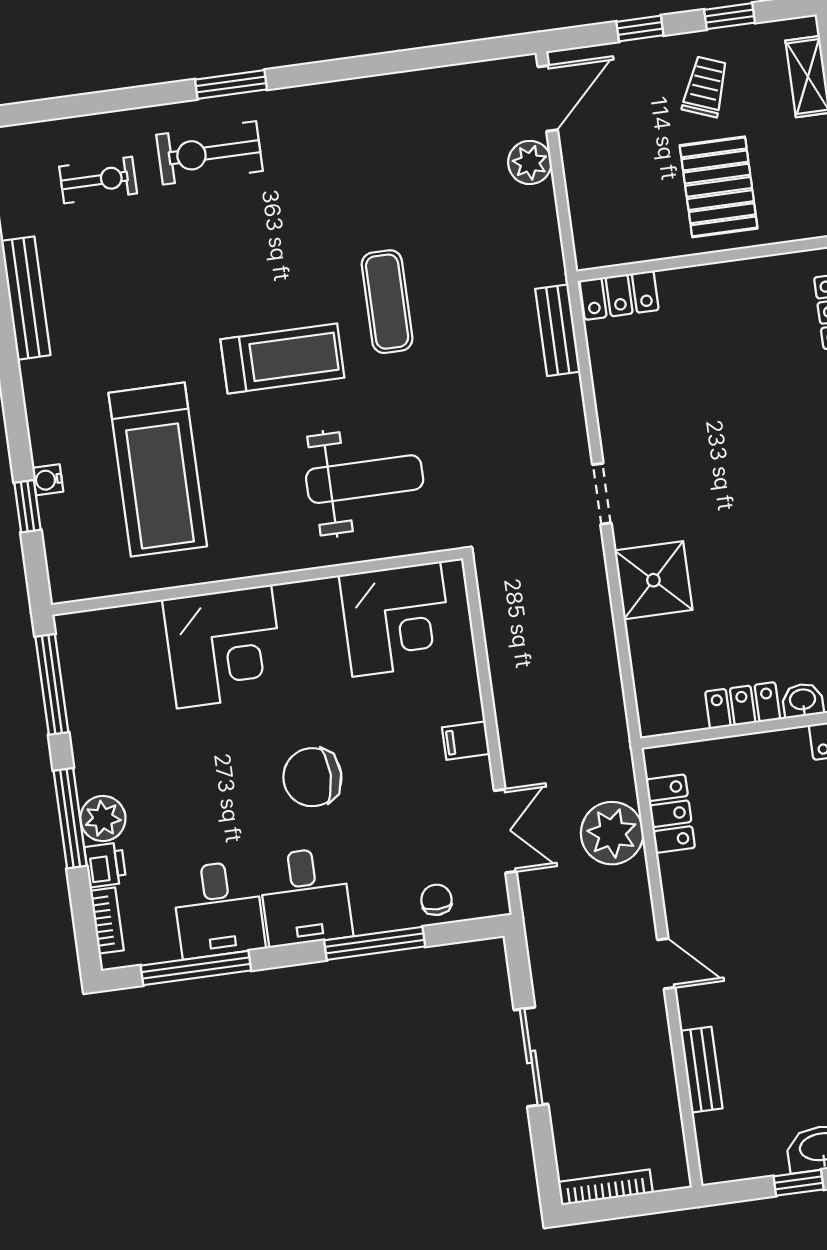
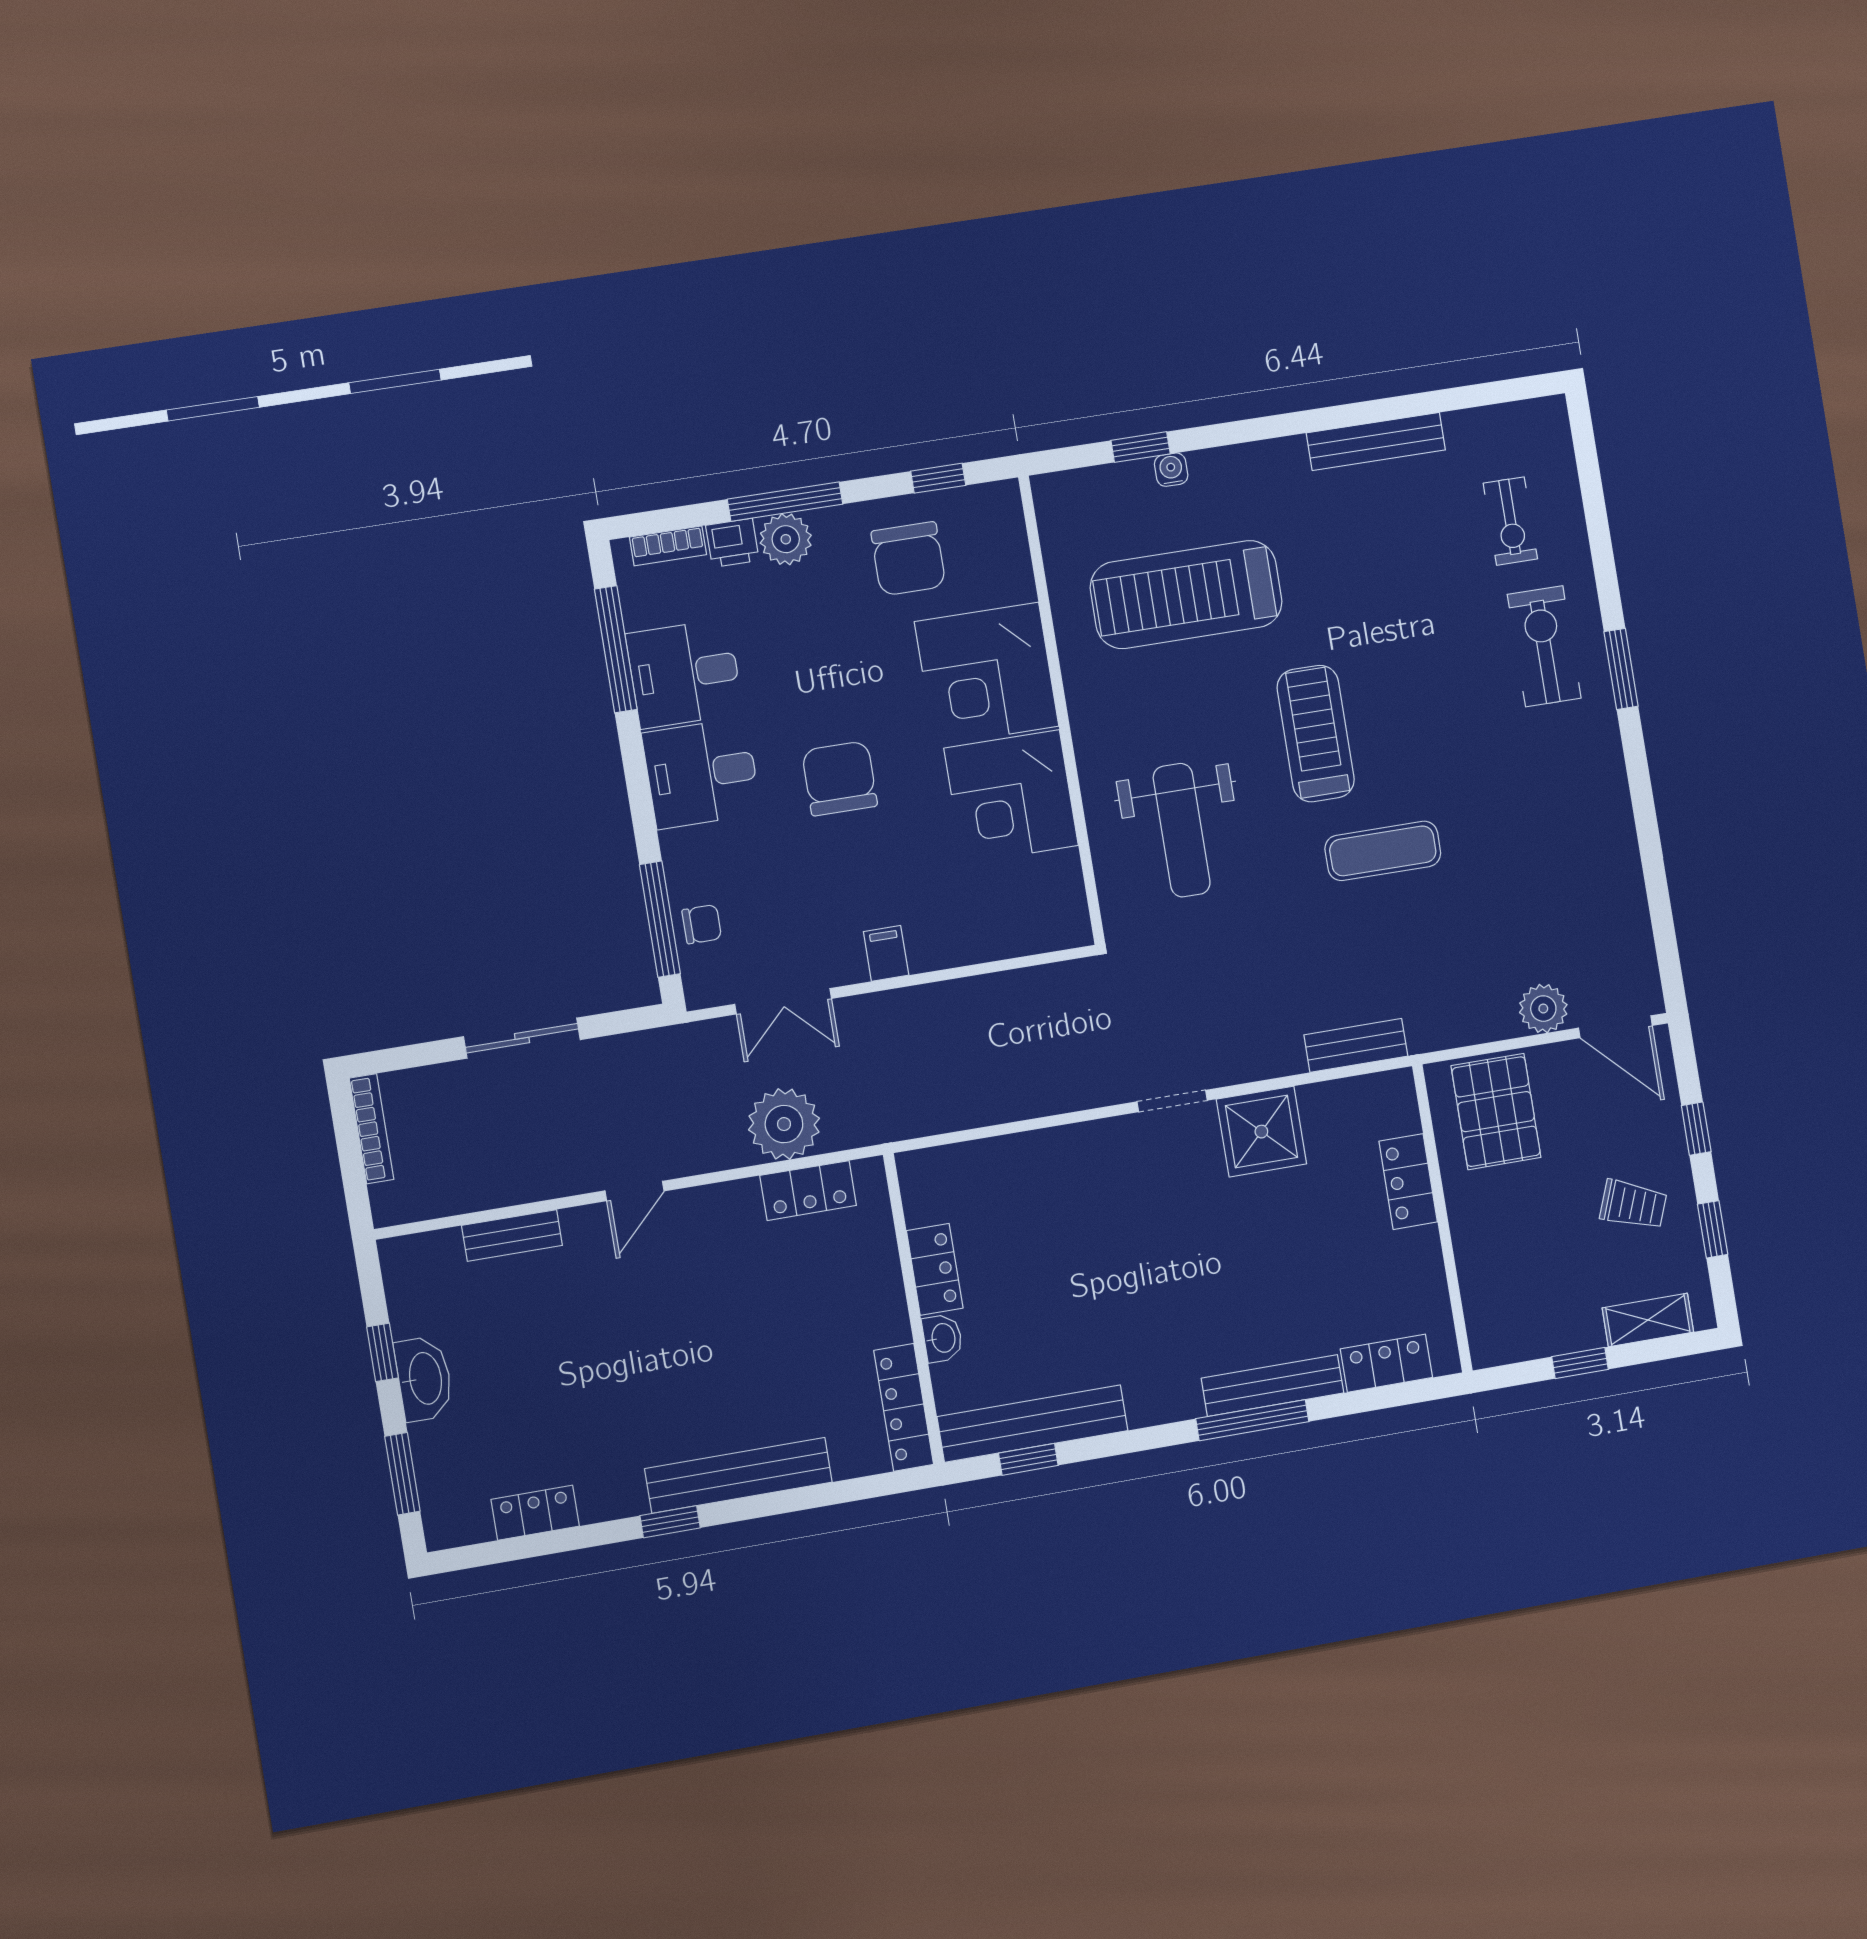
pallet: (719, 187) -> (1496, 1112), moved, turned 90
locker: (619, 295) -> (1408, 1182), moved
treadmill: (282, 358) -> (1316, 734), turned 180
shower: (653, 580) -> (1261, 1132), moved
corner desk: (396, 619) -> (1011, 797), moved
window: (52, 684) -> (938, 478), width x0.46
chair: (122, 712) -> (908, 559), added
window: (375, 943) -> (660, 919), moved

